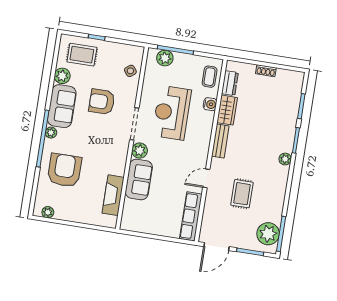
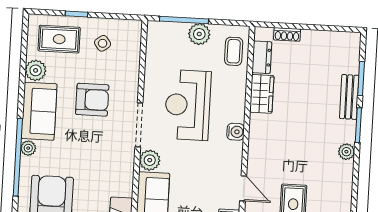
plant: (165, 58) -> (199, 34), moved
side table: (130, 71) -> (103, 43), moved
shoe rack: (266, 71) -> (287, 34), moved
armchair: (102, 102) -> (92, 100), turned 180
water cooler: (210, 104) -> (236, 132), moved
bench: (220, 141) -> (349, 97), moved
door: (206, 178) -> (243, 188), swing flipped

